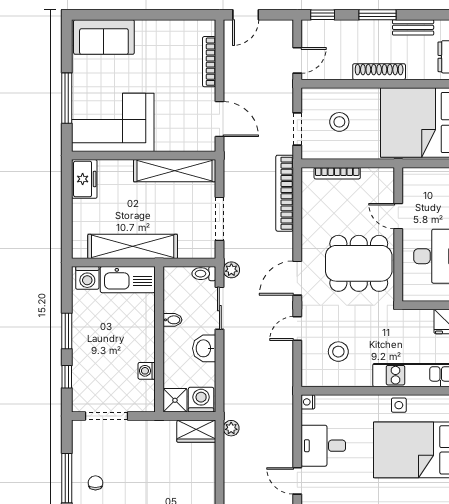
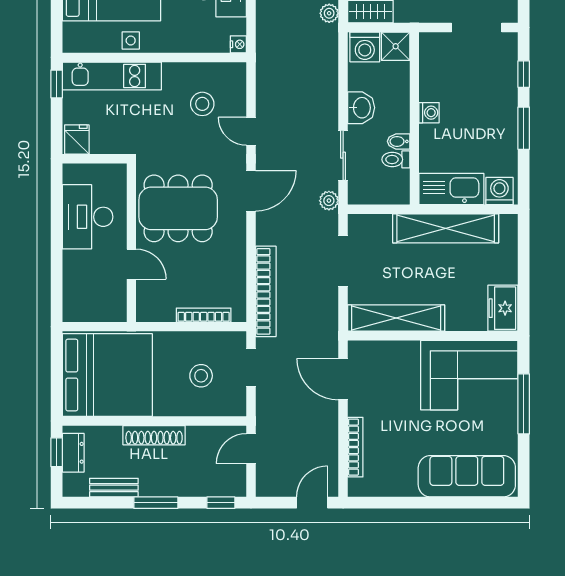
sofa: (104, 37) -> (467, 476), width x1.36
toilet: (204, 274) -> (396, 159), moved, turned 180
door: (297, 329) -> (251, 131), swing flipped
washing machine: (147, 371) -> (429, 113), moved

